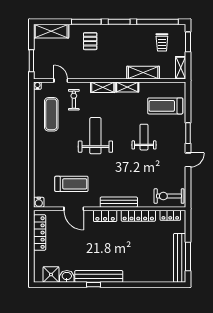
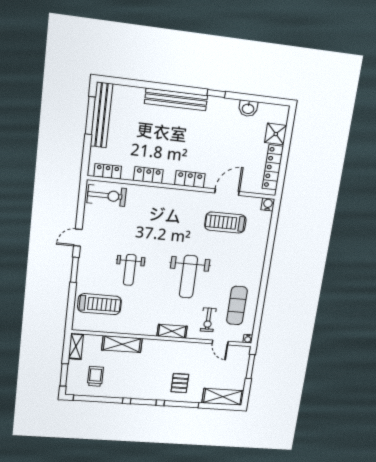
shelving: (127, 87) -> (143, 329), removed
bench: (119, 202) -> (170, 194), removed
door: (74, 209) -> (227, 192), hinge flipped
locker: (138, 216) -> (148, 175), width x0.66
shower: (51, 275) -> (276, 134), moved
bench: (99, 276) -> (176, 99), moved

